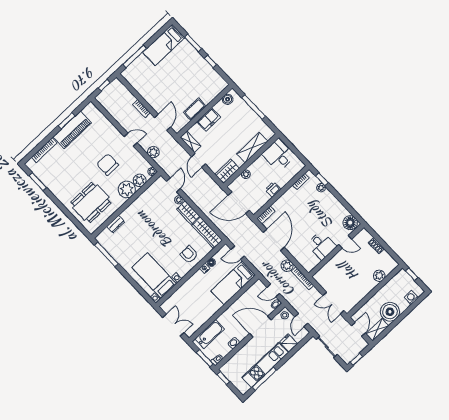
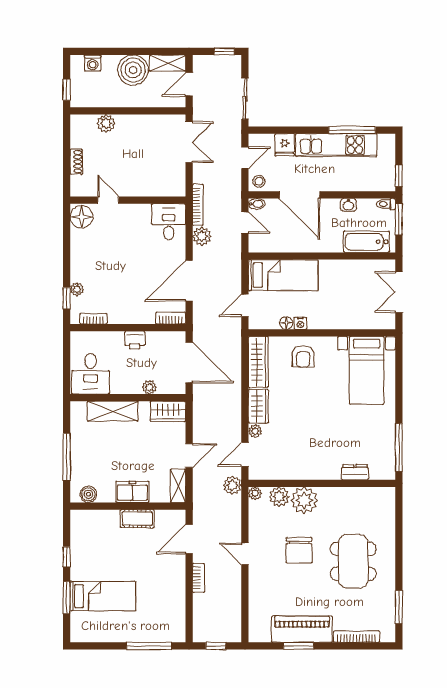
bed: (164, 45) -> (103, 596), moved
plant: (153, 152) -> (232, 485), moved
dining table: (91, 202) -> (353, 561), moved, turned 90
desk: (322, 245) -> (169, 222), moved
door: (238, 253) -> (245, 305), swing flipped

